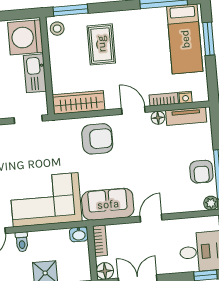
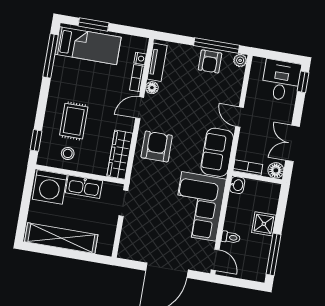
window: (71, 10) -> (36, 140), width x0.67
stool: (57, 29) -> (68, 153), moved
rug: (101, 44) -> (74, 121), turned 90
armchair: (201, 172) -> (210, 62), turned 90

